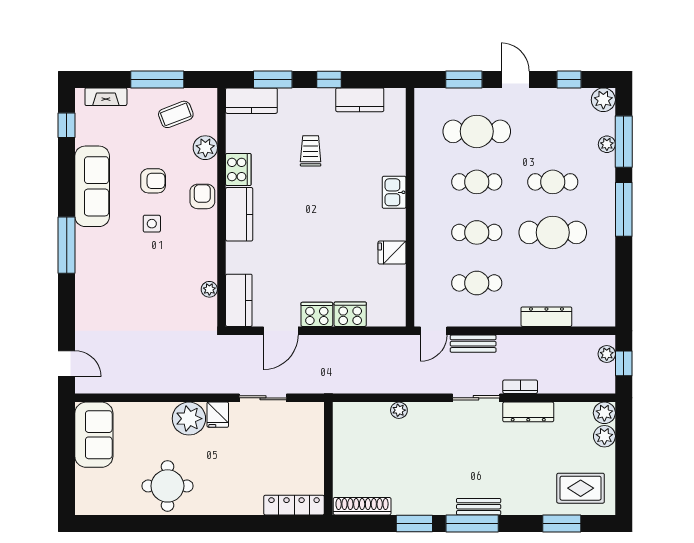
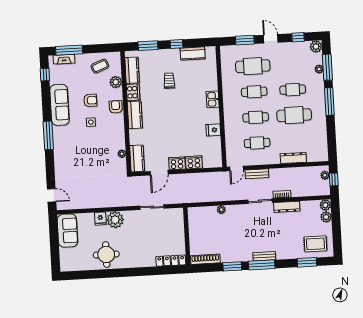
window: (157, 79) -> (69, 50), moved
kitchen counter: (251, 101) -> (132, 70), moved, turned -90
fridge: (218, 415) -> (100, 219), moved

